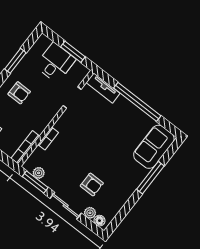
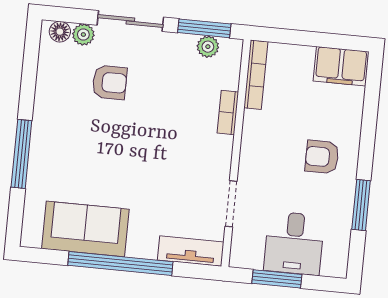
sofa: (154, 147) -> (85, 229), moved, turned -90
armchair: (92, 184) -> (110, 82), turned 180

